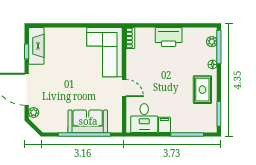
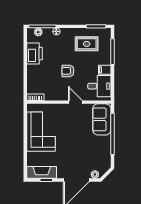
printer: (169, 37) -> (35, 53), moved
corner sofa: (104, 52) -> (41, 132), moved, turned -90
armchair: (163, 79) -> (68, 71), added
door: (124, 88) -> (75, 102), hinge flipped
rug: (202, 90) -> (87, 44), moved
sofa: (88, 121) -> (102, 119), moved

